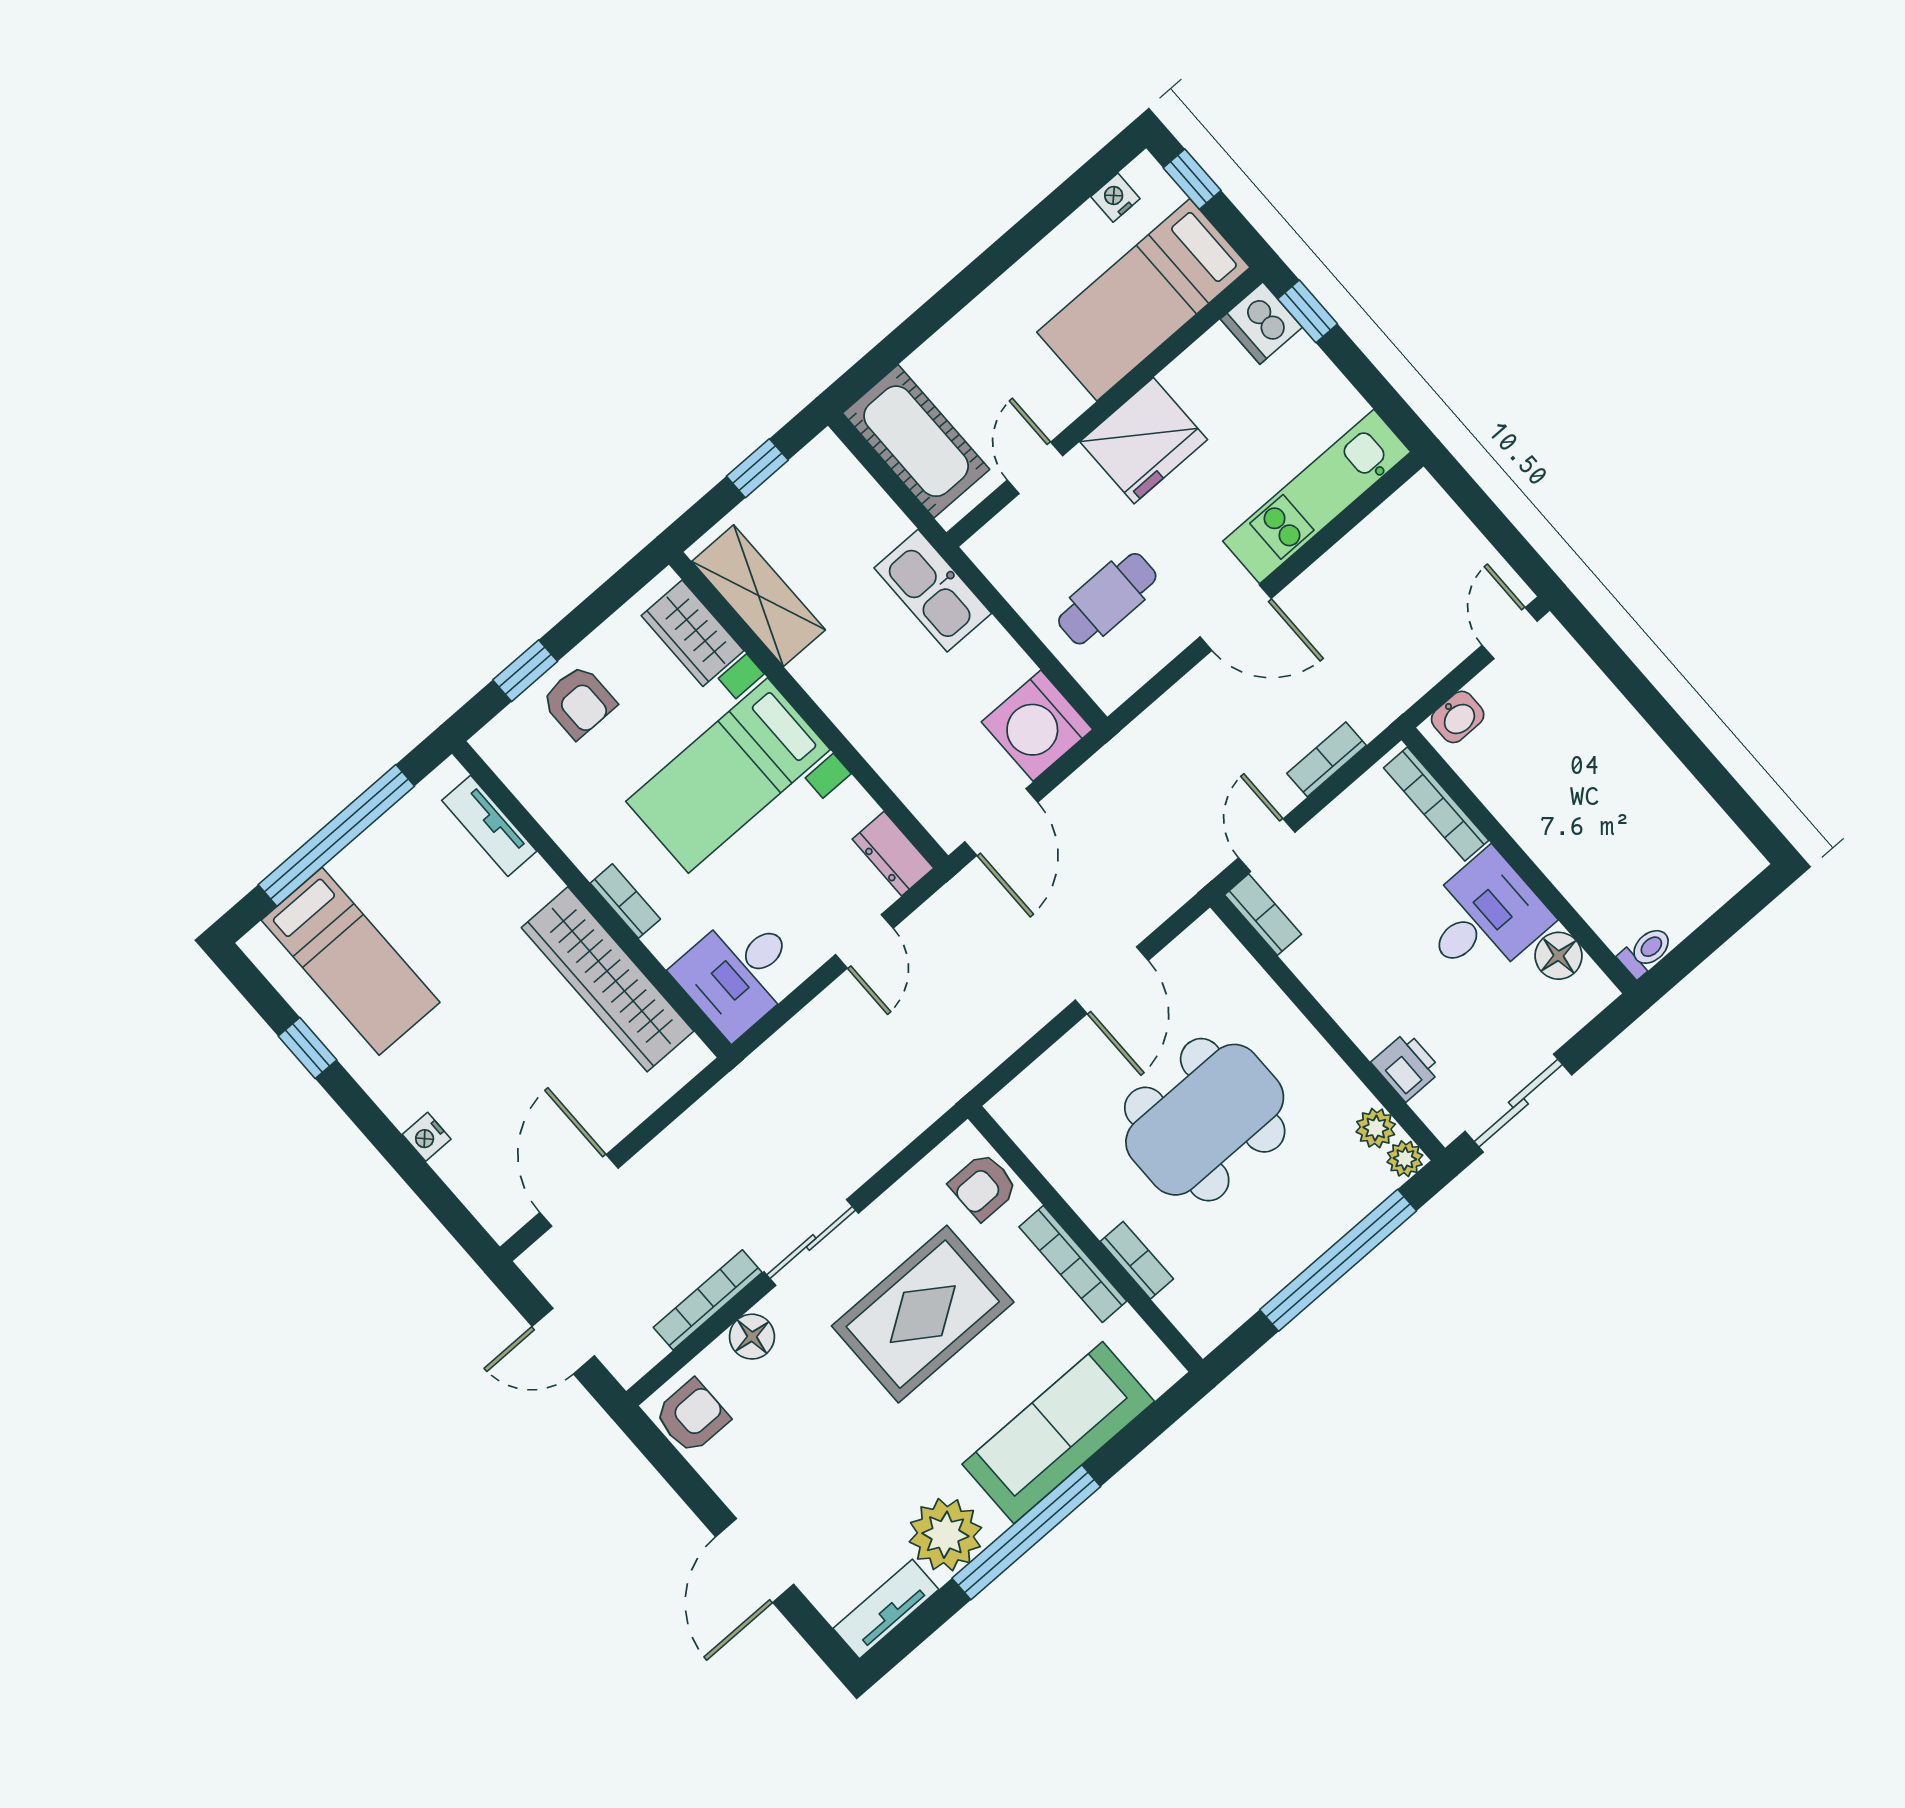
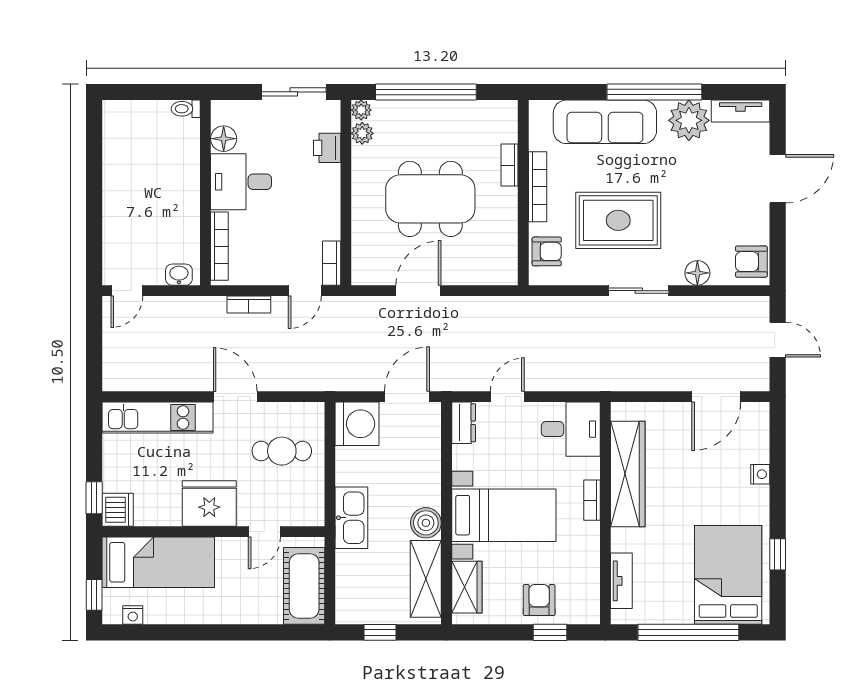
boiler: (825, 672) -> (426, 523), added
bed: (351, 961) -> (728, 575), width x1.50
bookcase: (708, 1300) -> (703, 304), removed

